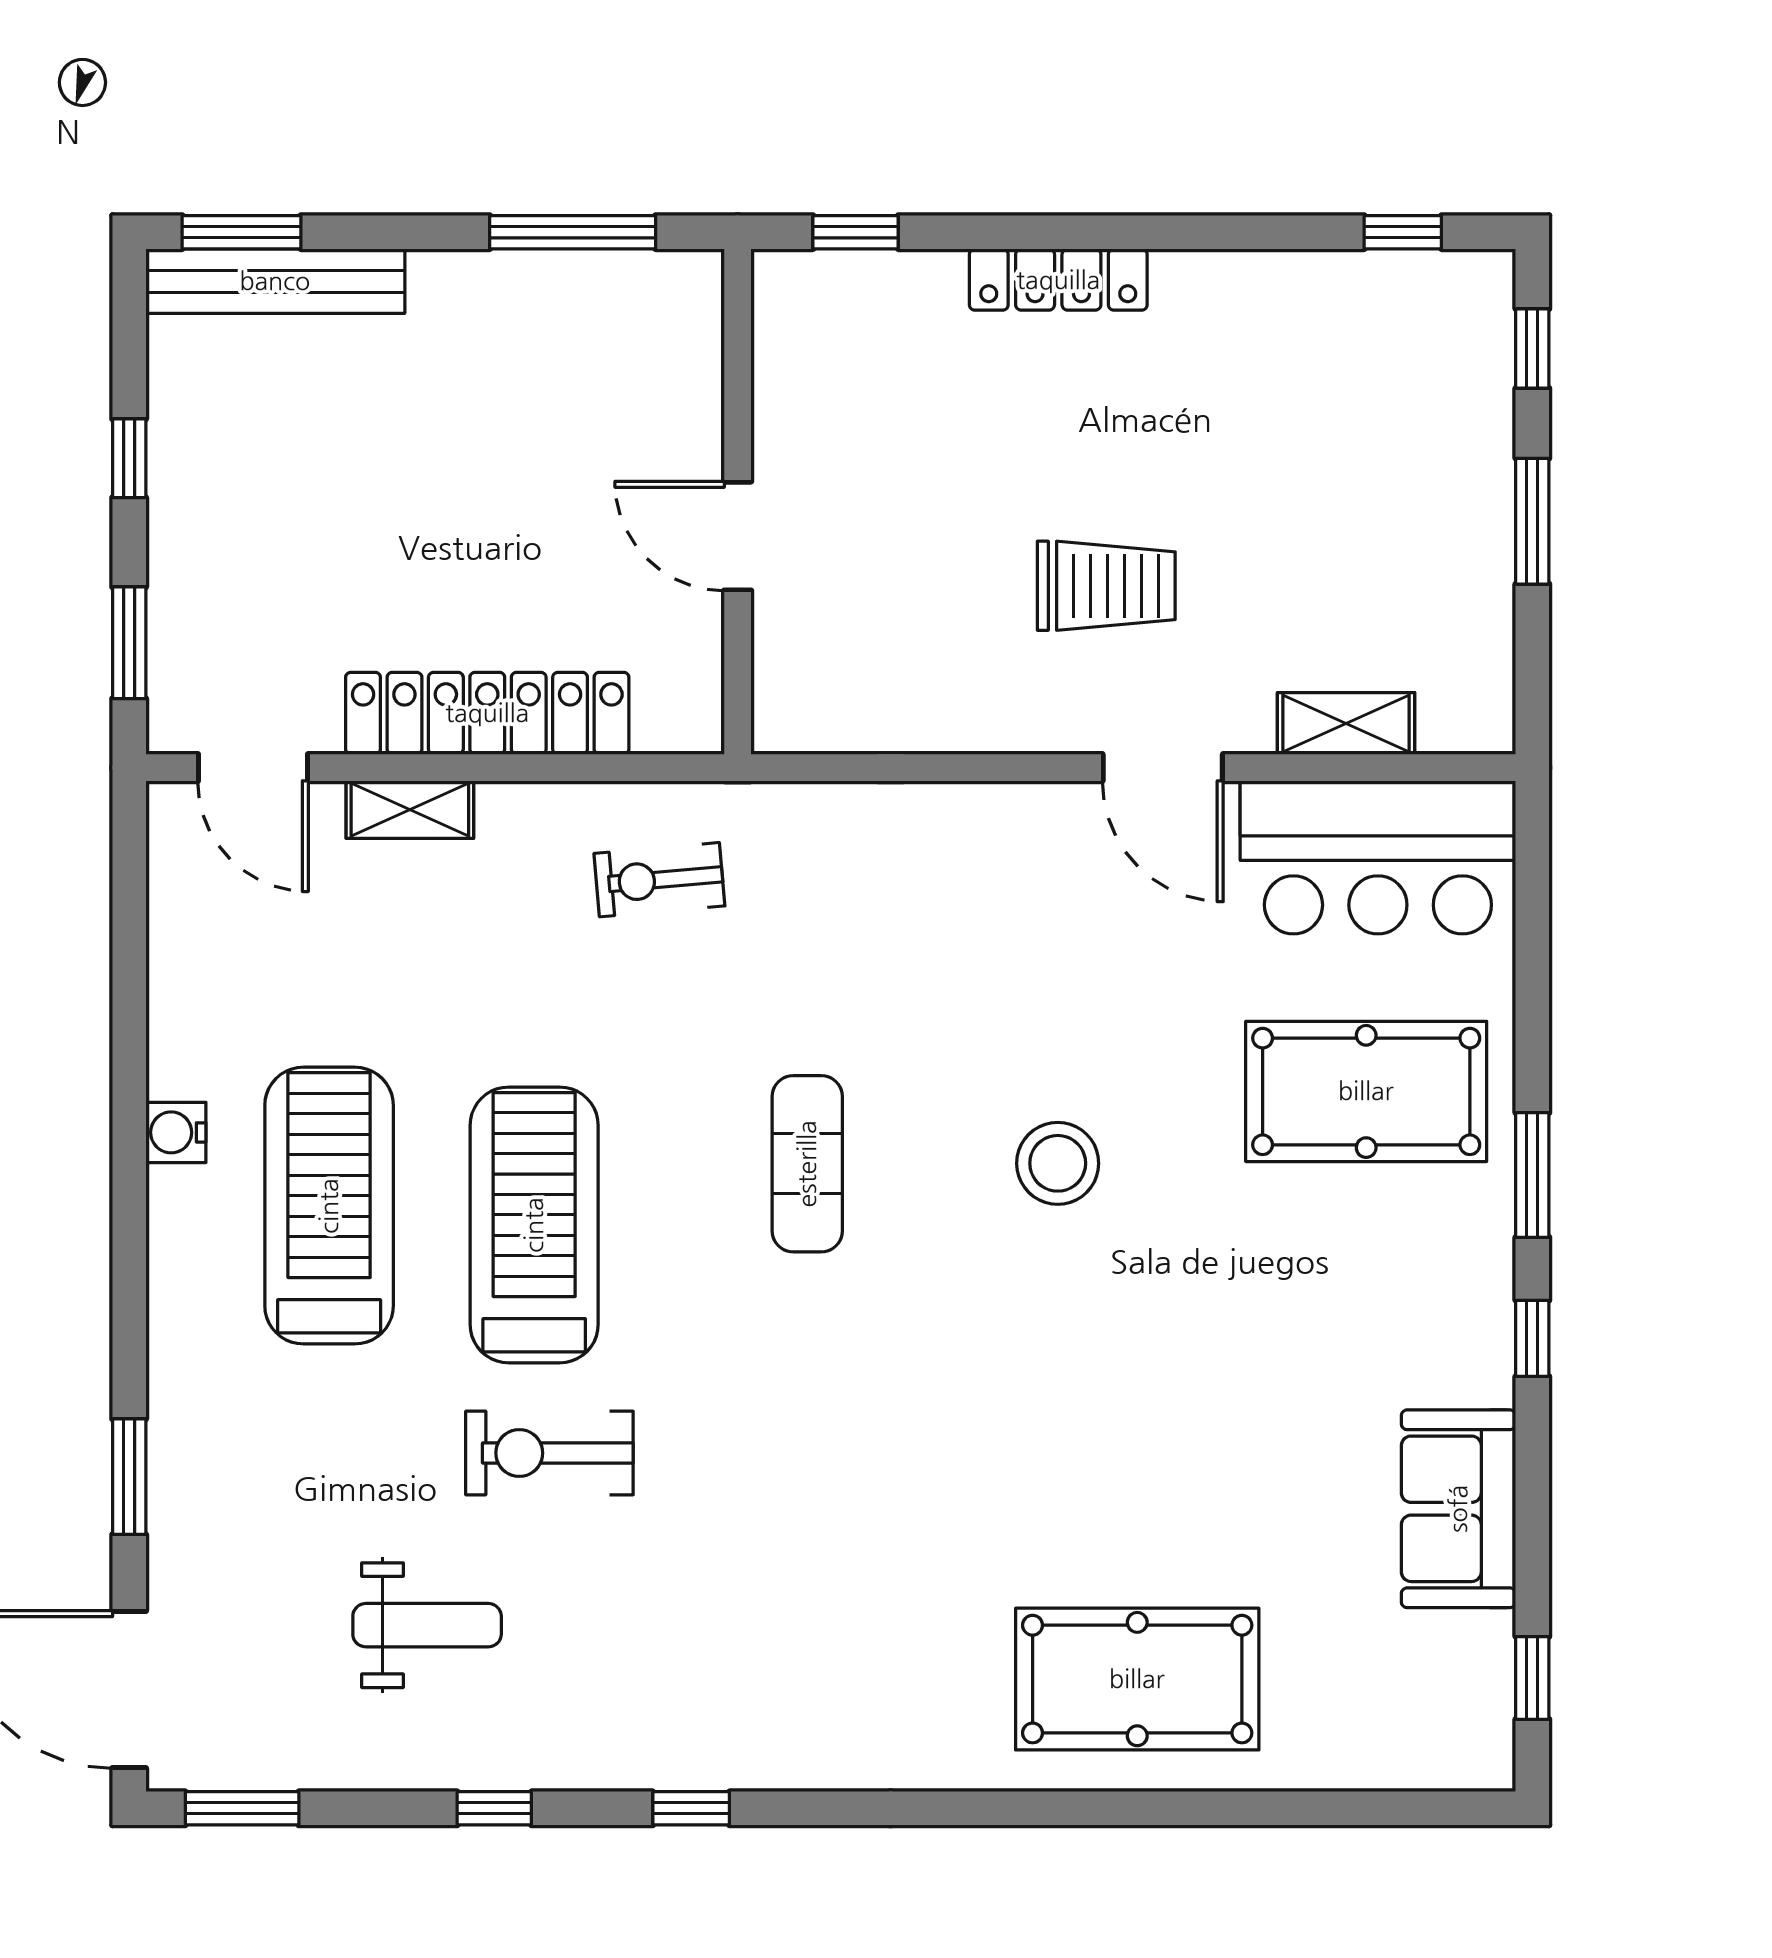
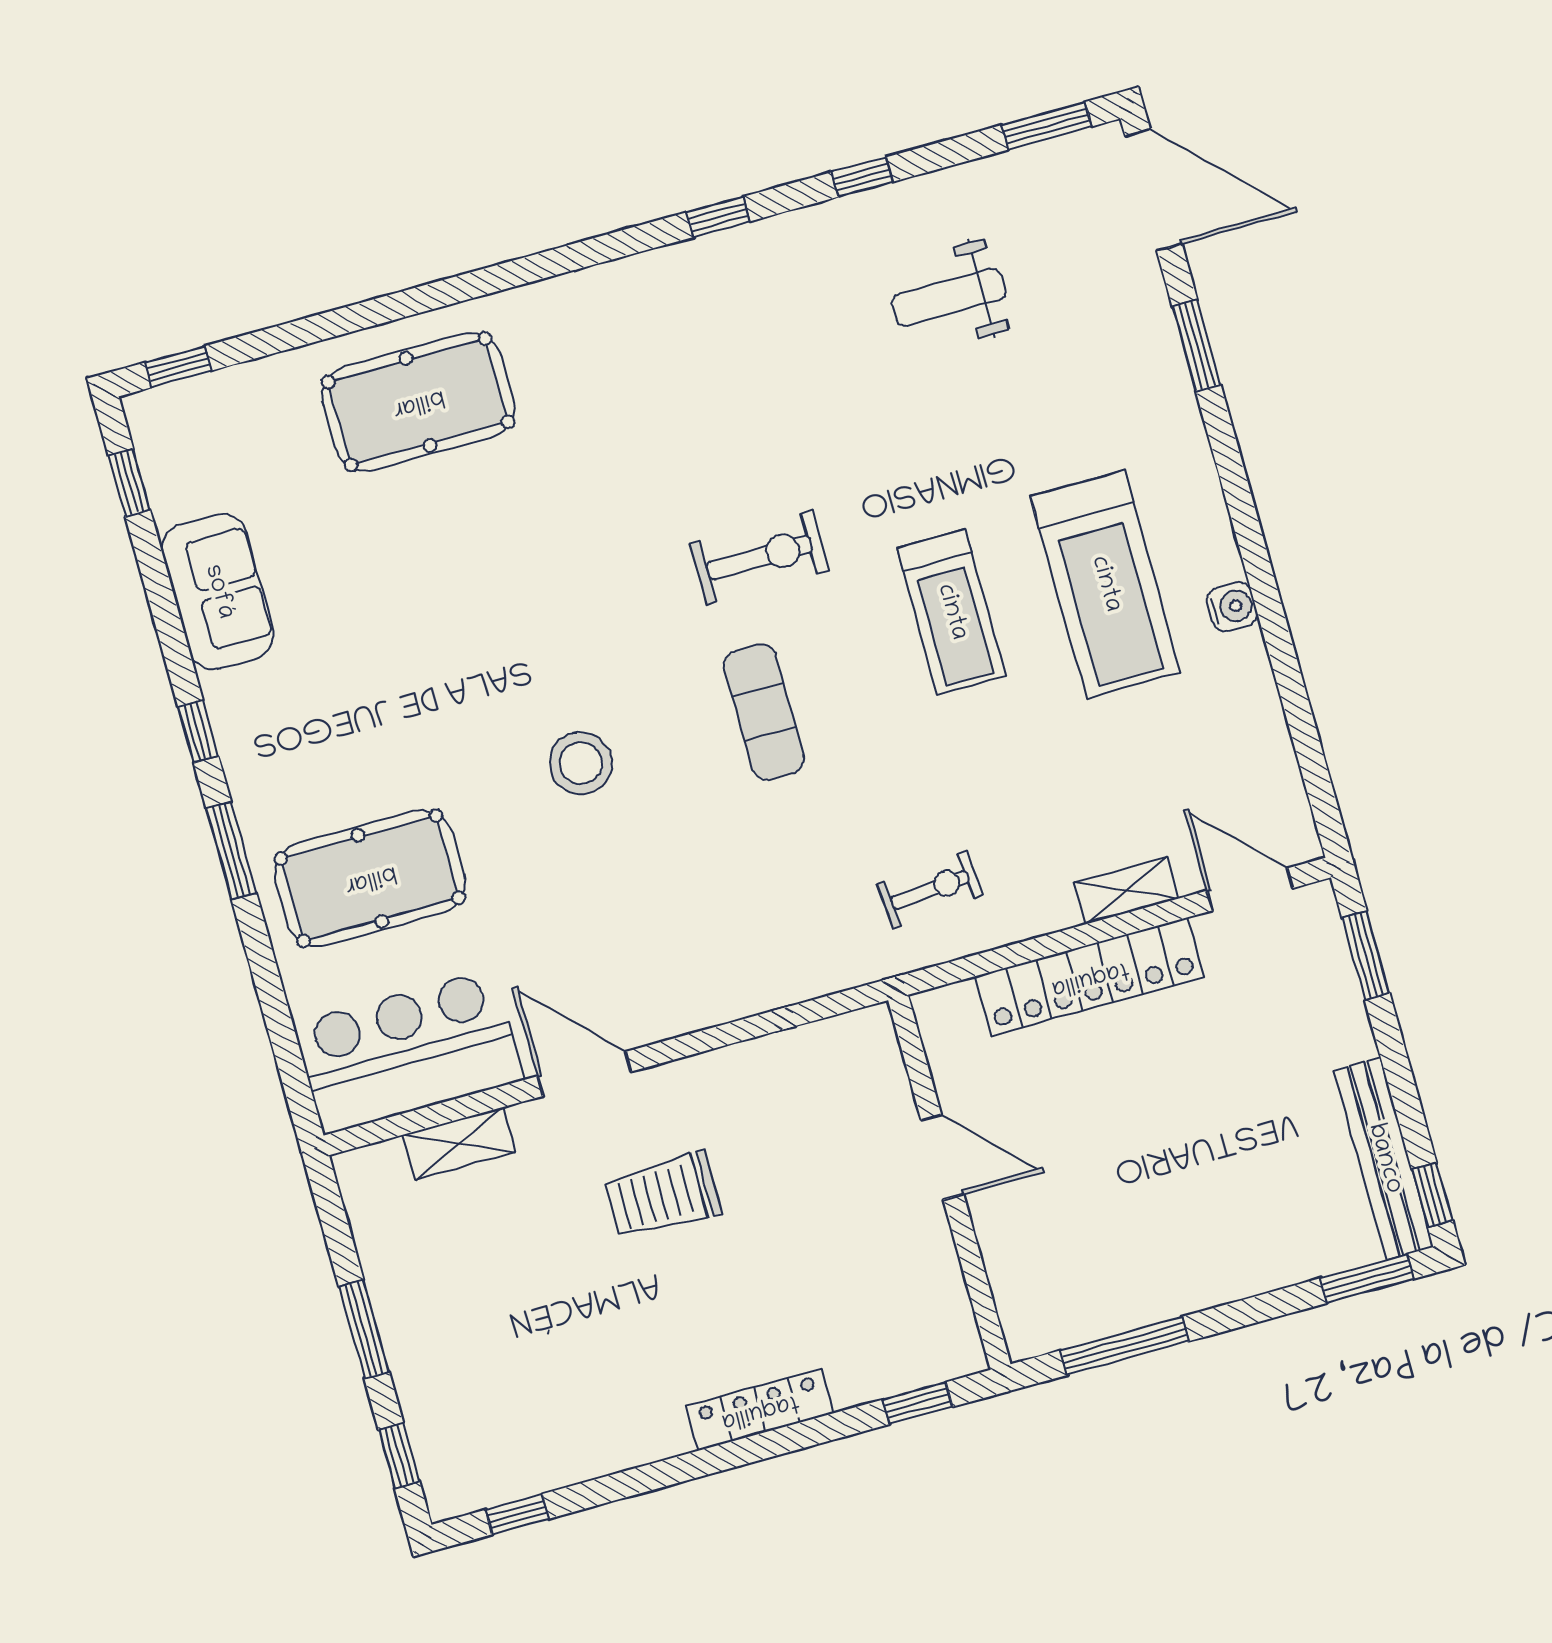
bench: (275, 281) -> (1384, 1159), moved, turned 90
window: (129, 458) -> (1432, 1195), moved
treadmill: (534, 1225) -> (951, 612), width x0.73, depth x0.73
exercise bike: (549, 1453) -> (760, 557), moved
window: (1429, 1808) -> (178, 367), added

